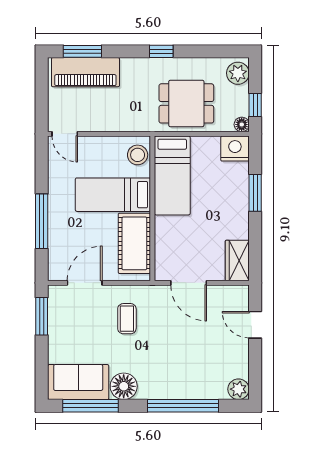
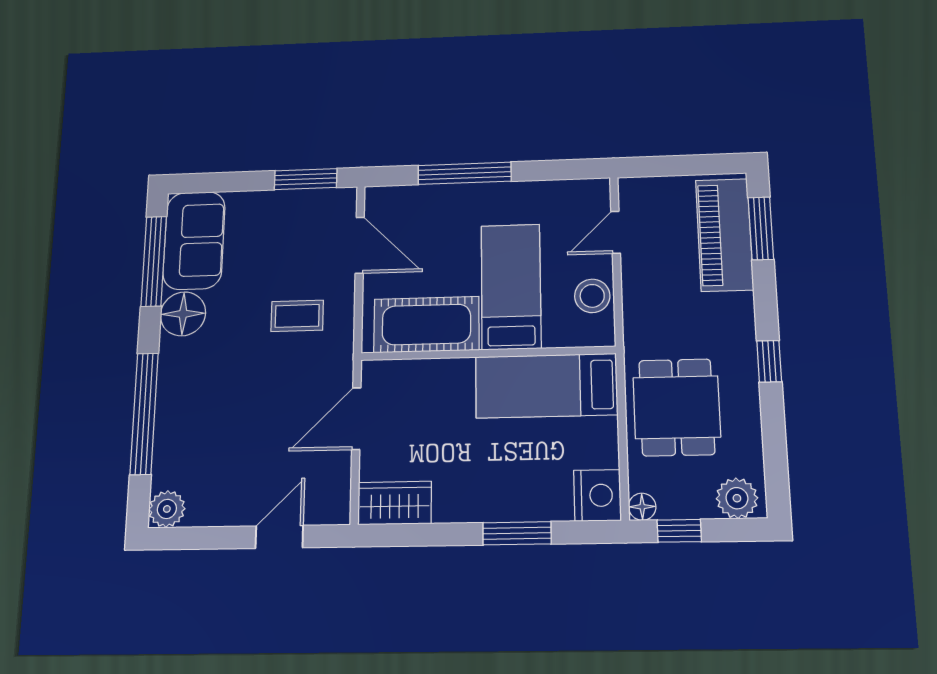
door: (65, 134) -> (616, 232), moved
stool: (138, 155) -> (592, 296), moved

